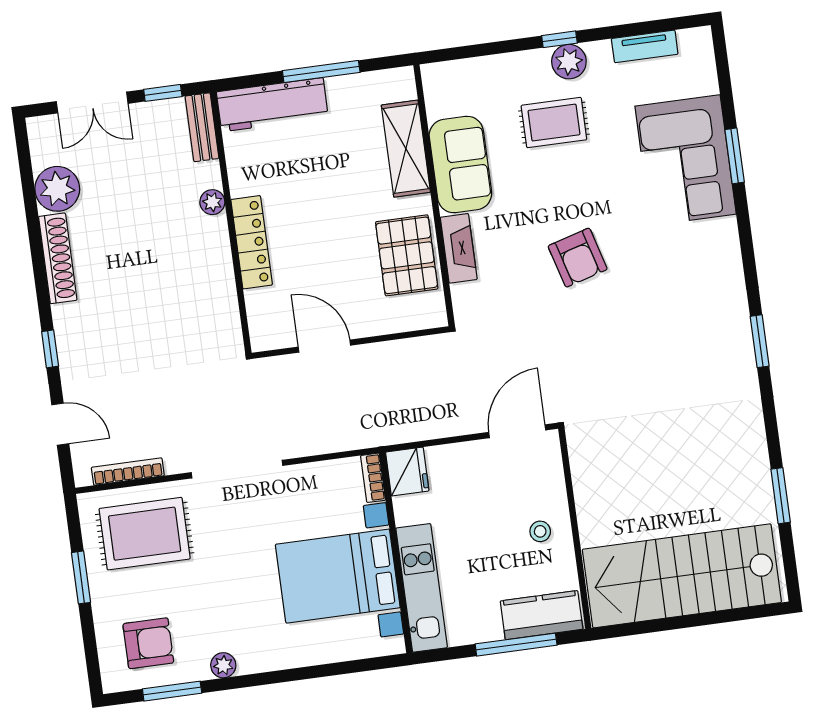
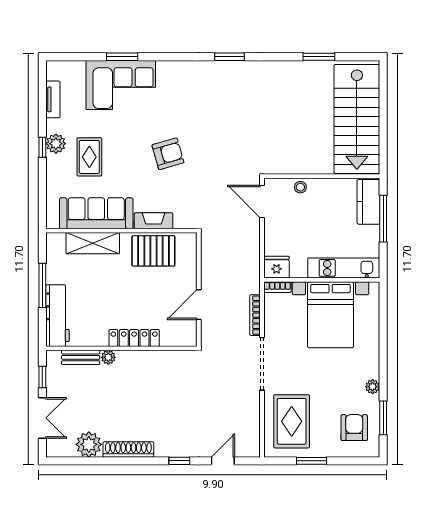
bench: (202, 127) -> (81, 357), moved
sofa: (460, 165) -> (96, 213), width x1.36
bookcase: (128, 472) -> (255, 315), moved
stool: (540, 531) -> (300, 187), moved

